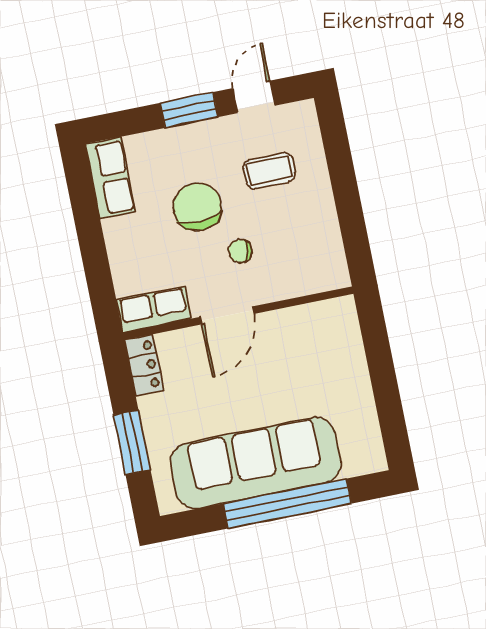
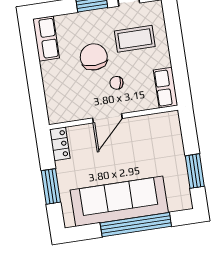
coffee table: (269, 171) -> (135, 39), width x1.36, depth x1.30
row of seats: (154, 309) -> (166, 88), moved, turned -90
window: (388, 402) -> (195, 171), added

